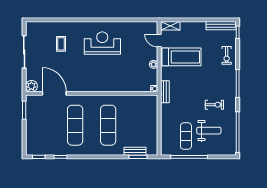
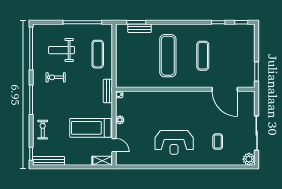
plant: (31, 86) -> (249, 159), moved
exercise mat: (75, 125) -> (203, 56), width x0.73, depth x0.69
exercise mat: (186, 136) -> (98, 54), moved

